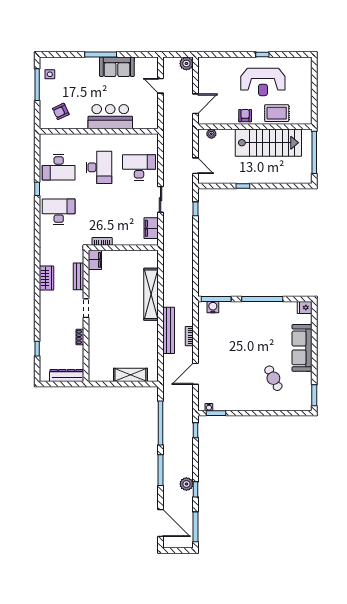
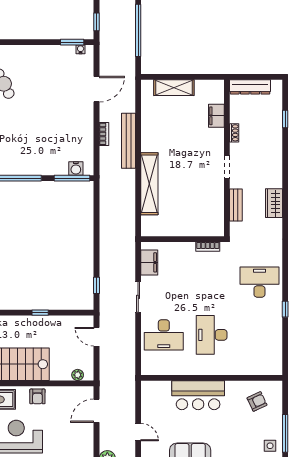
desk: (59, 167) -> (259, 335), removed
desk: (59, 212) -> (259, 282), turned 180
filing cabinet: (95, 260) -> (216, 116), moved

